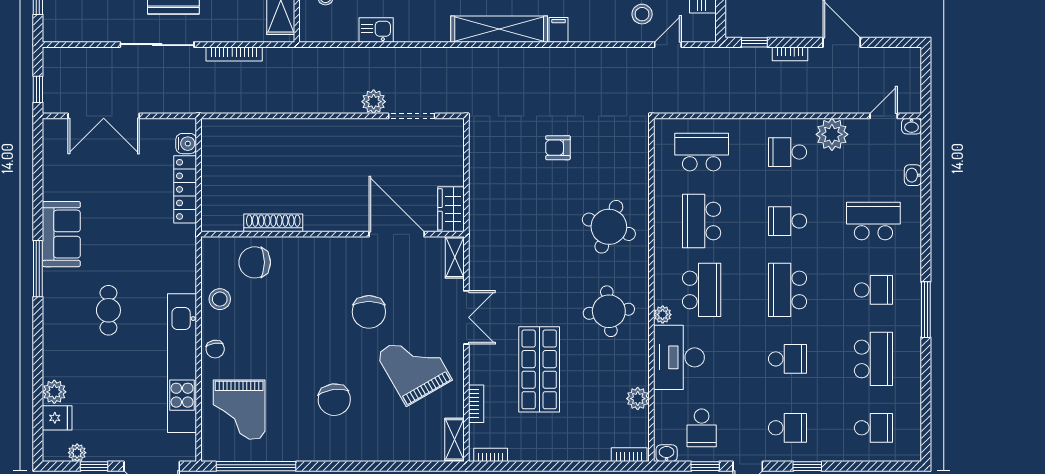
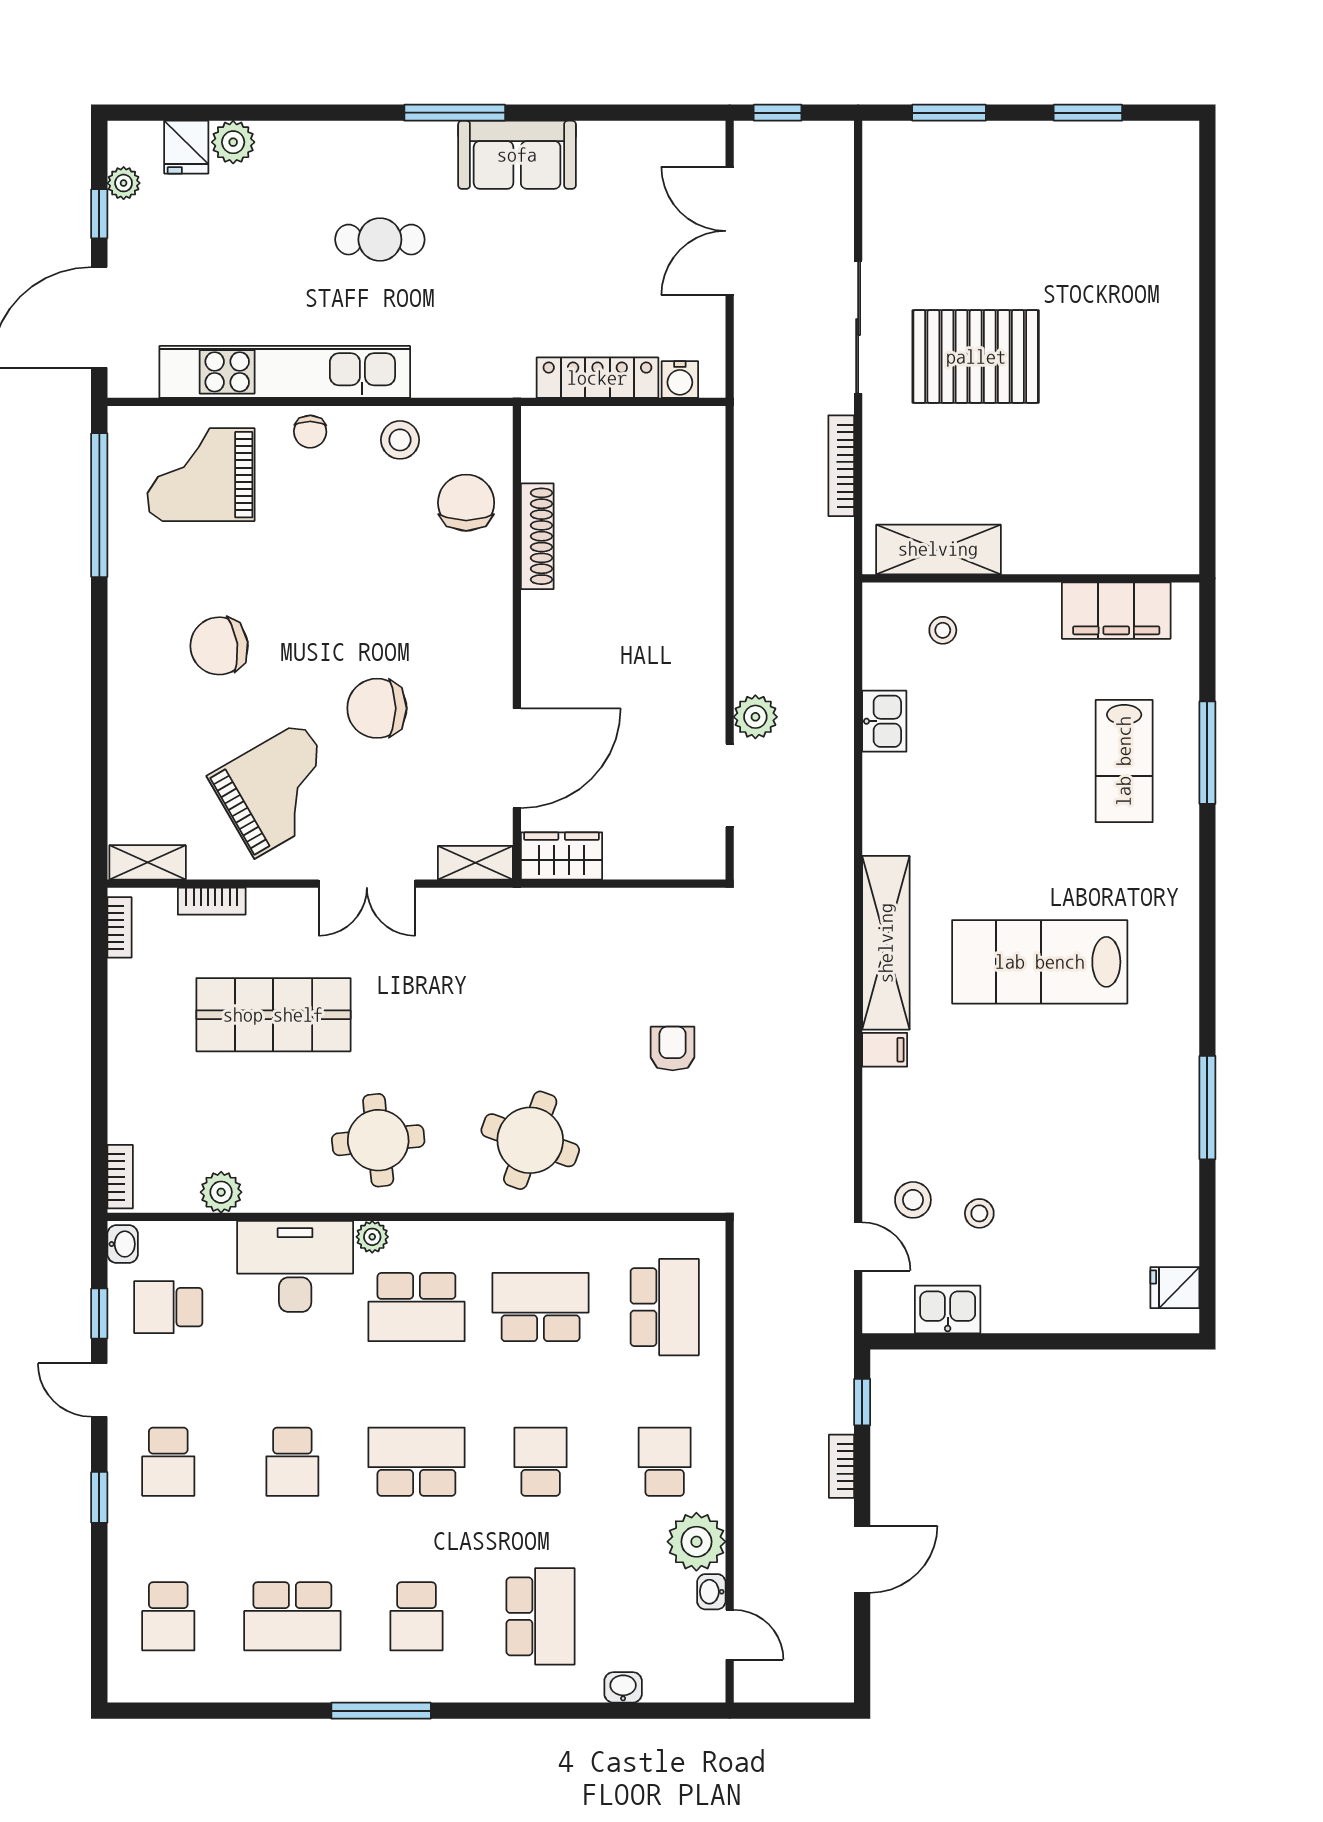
washbasin: (912, 126) -> (711, 1592), moved
chair: (215, 349) -> (310, 432), turned -80

